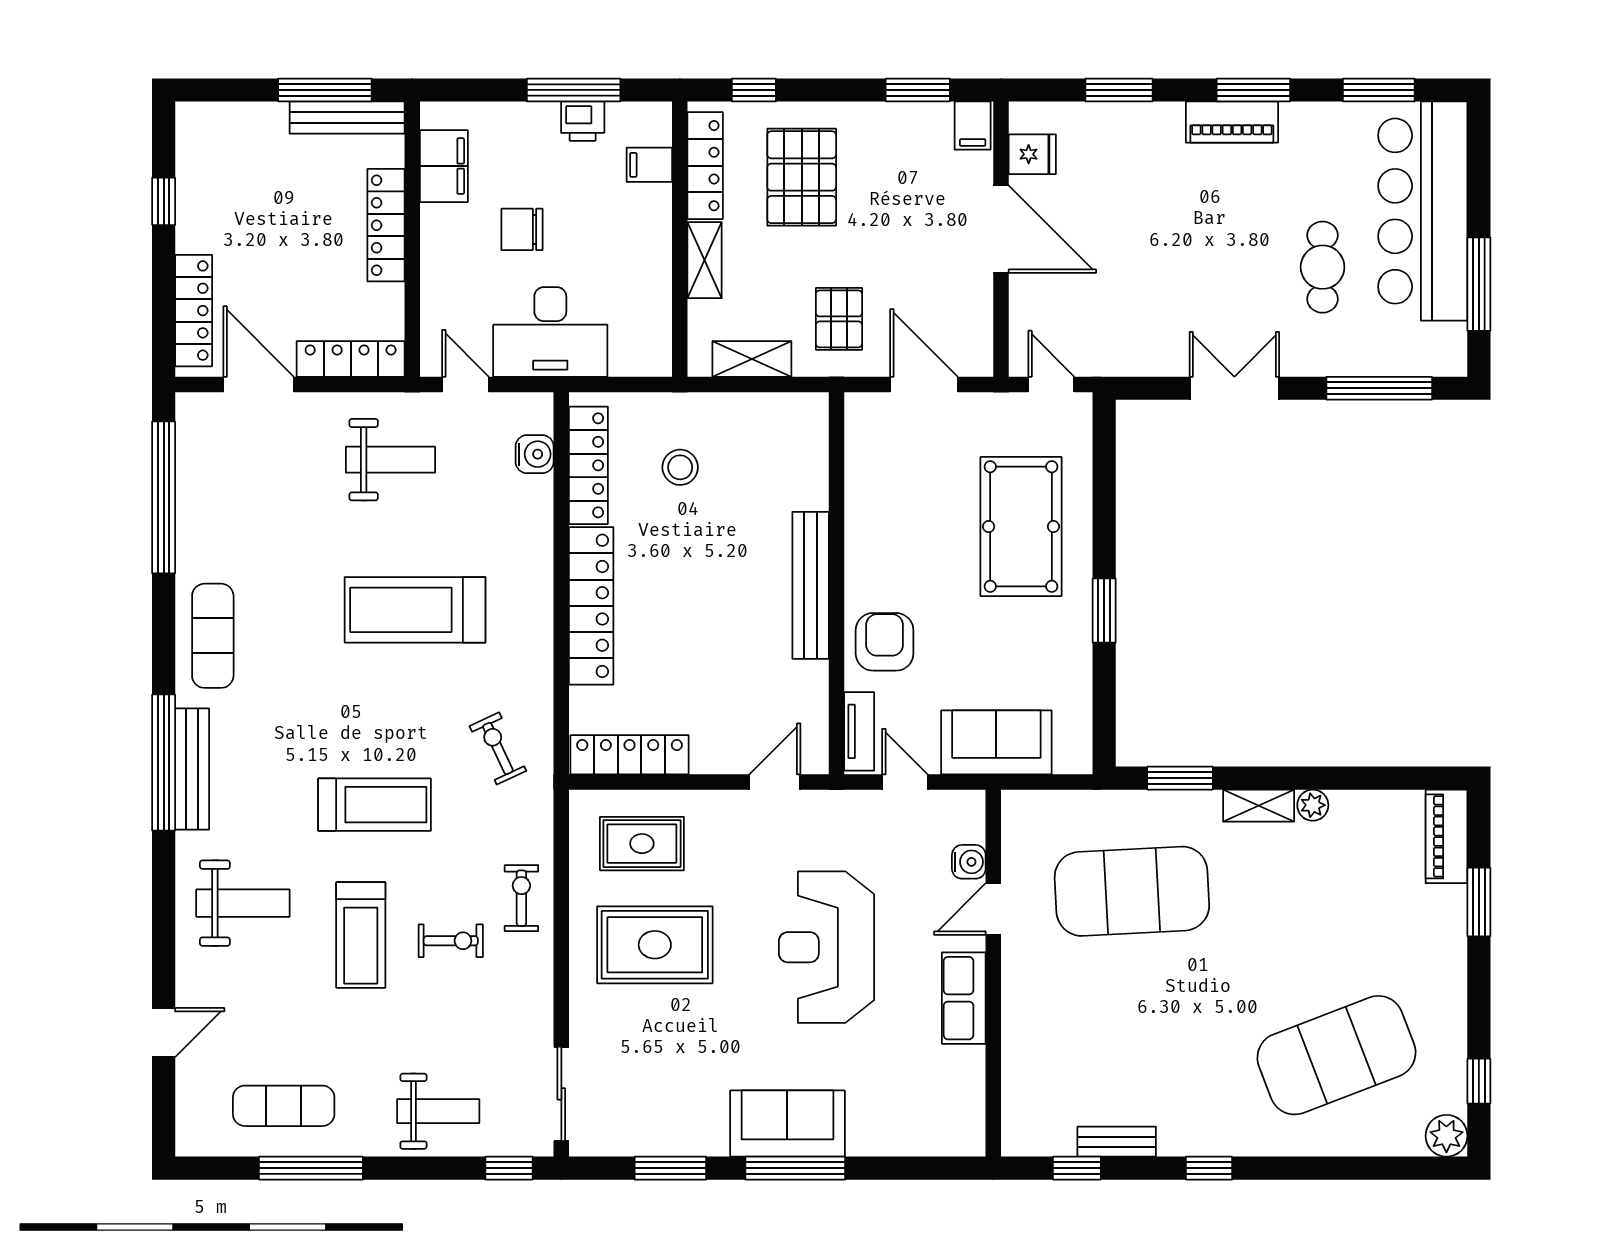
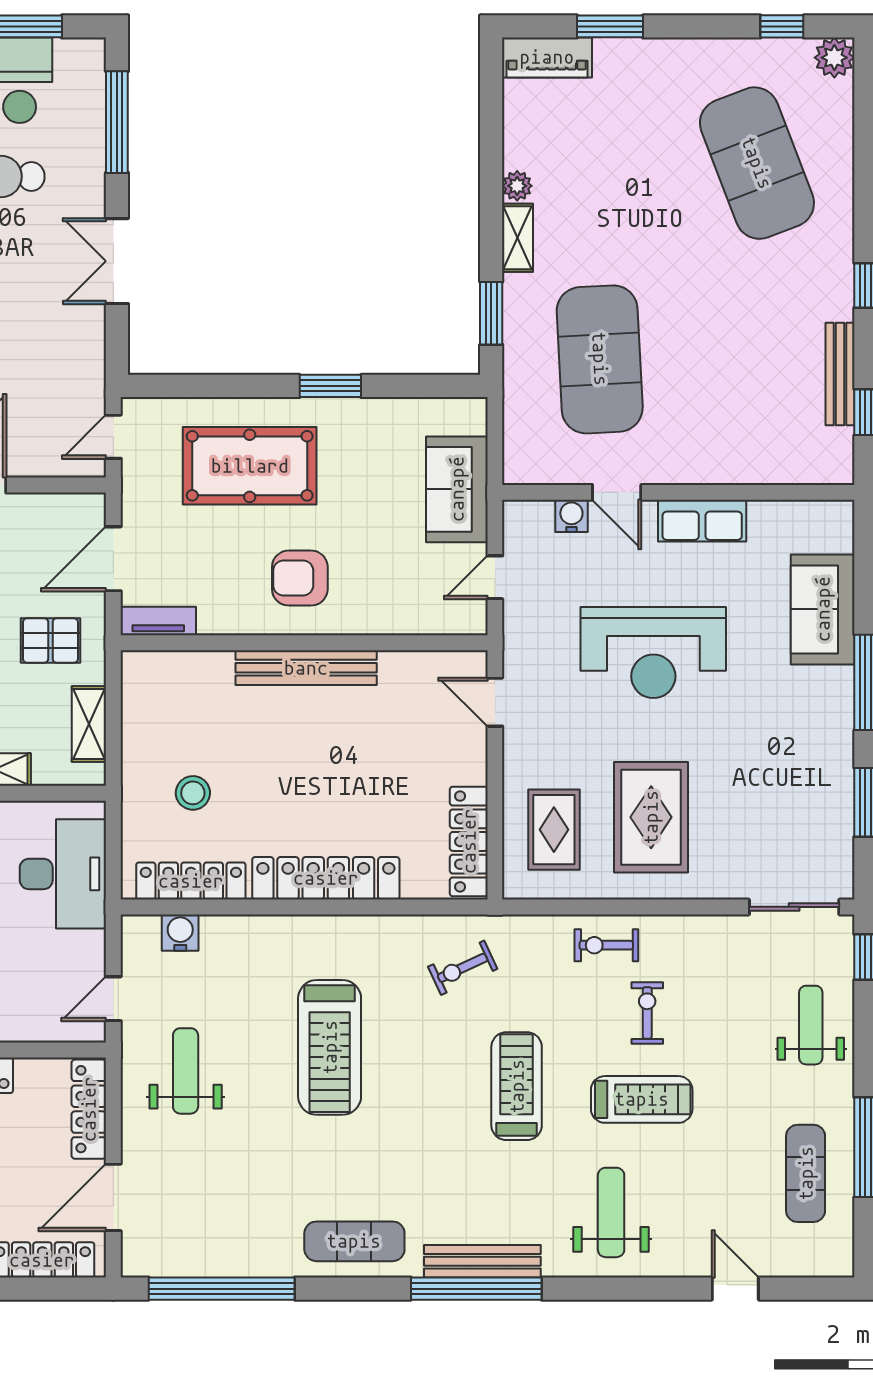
desk: (550, 332) -> (63, 874), moved
armchair: (885, 642) -> (300, 578), moved
tv unit: (859, 731) -> (158, 621), moved
sofa: (787, 1124) -> (823, 609), moved
bench: (1117, 1142) -> (840, 374), width x1.36

